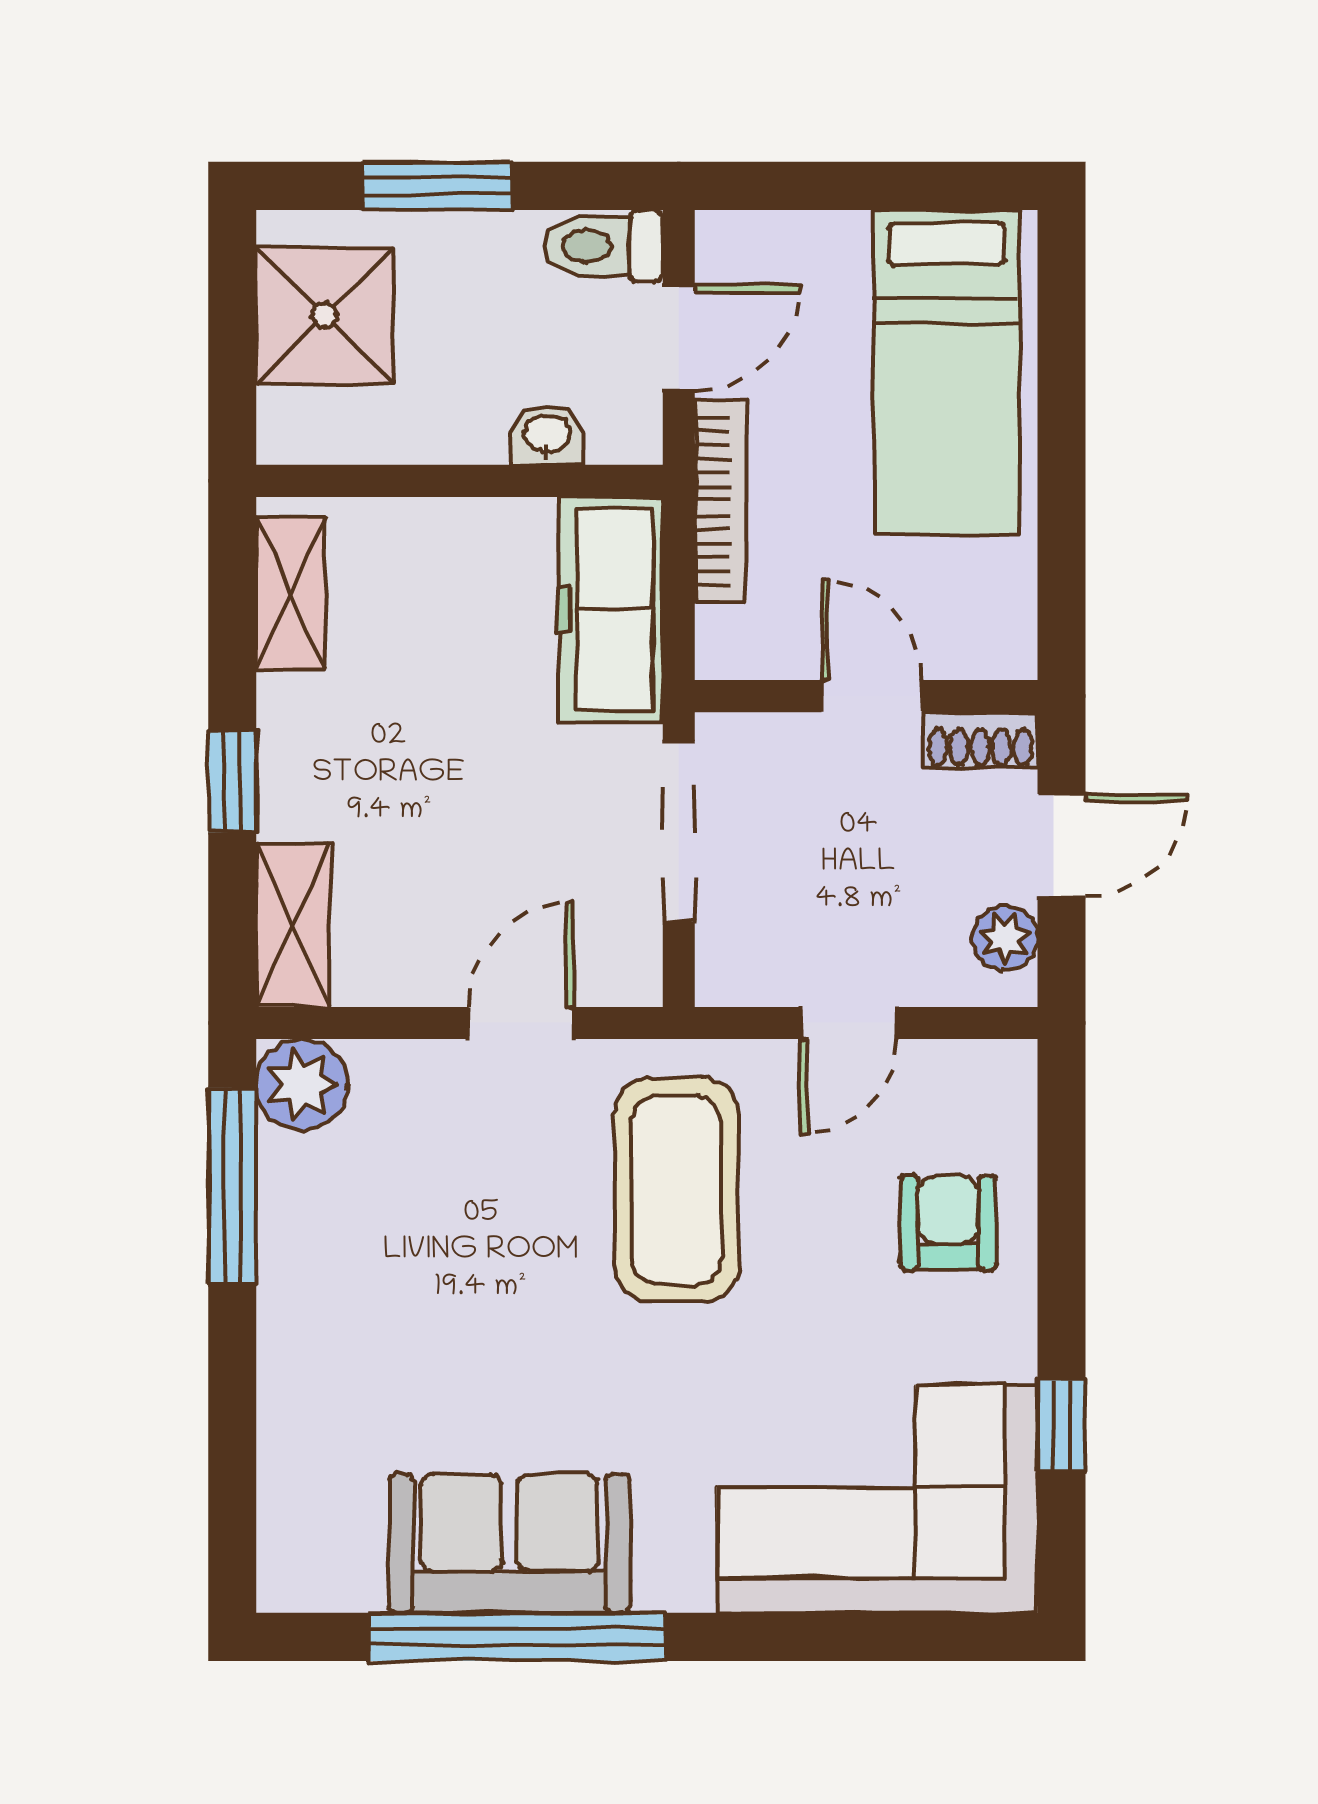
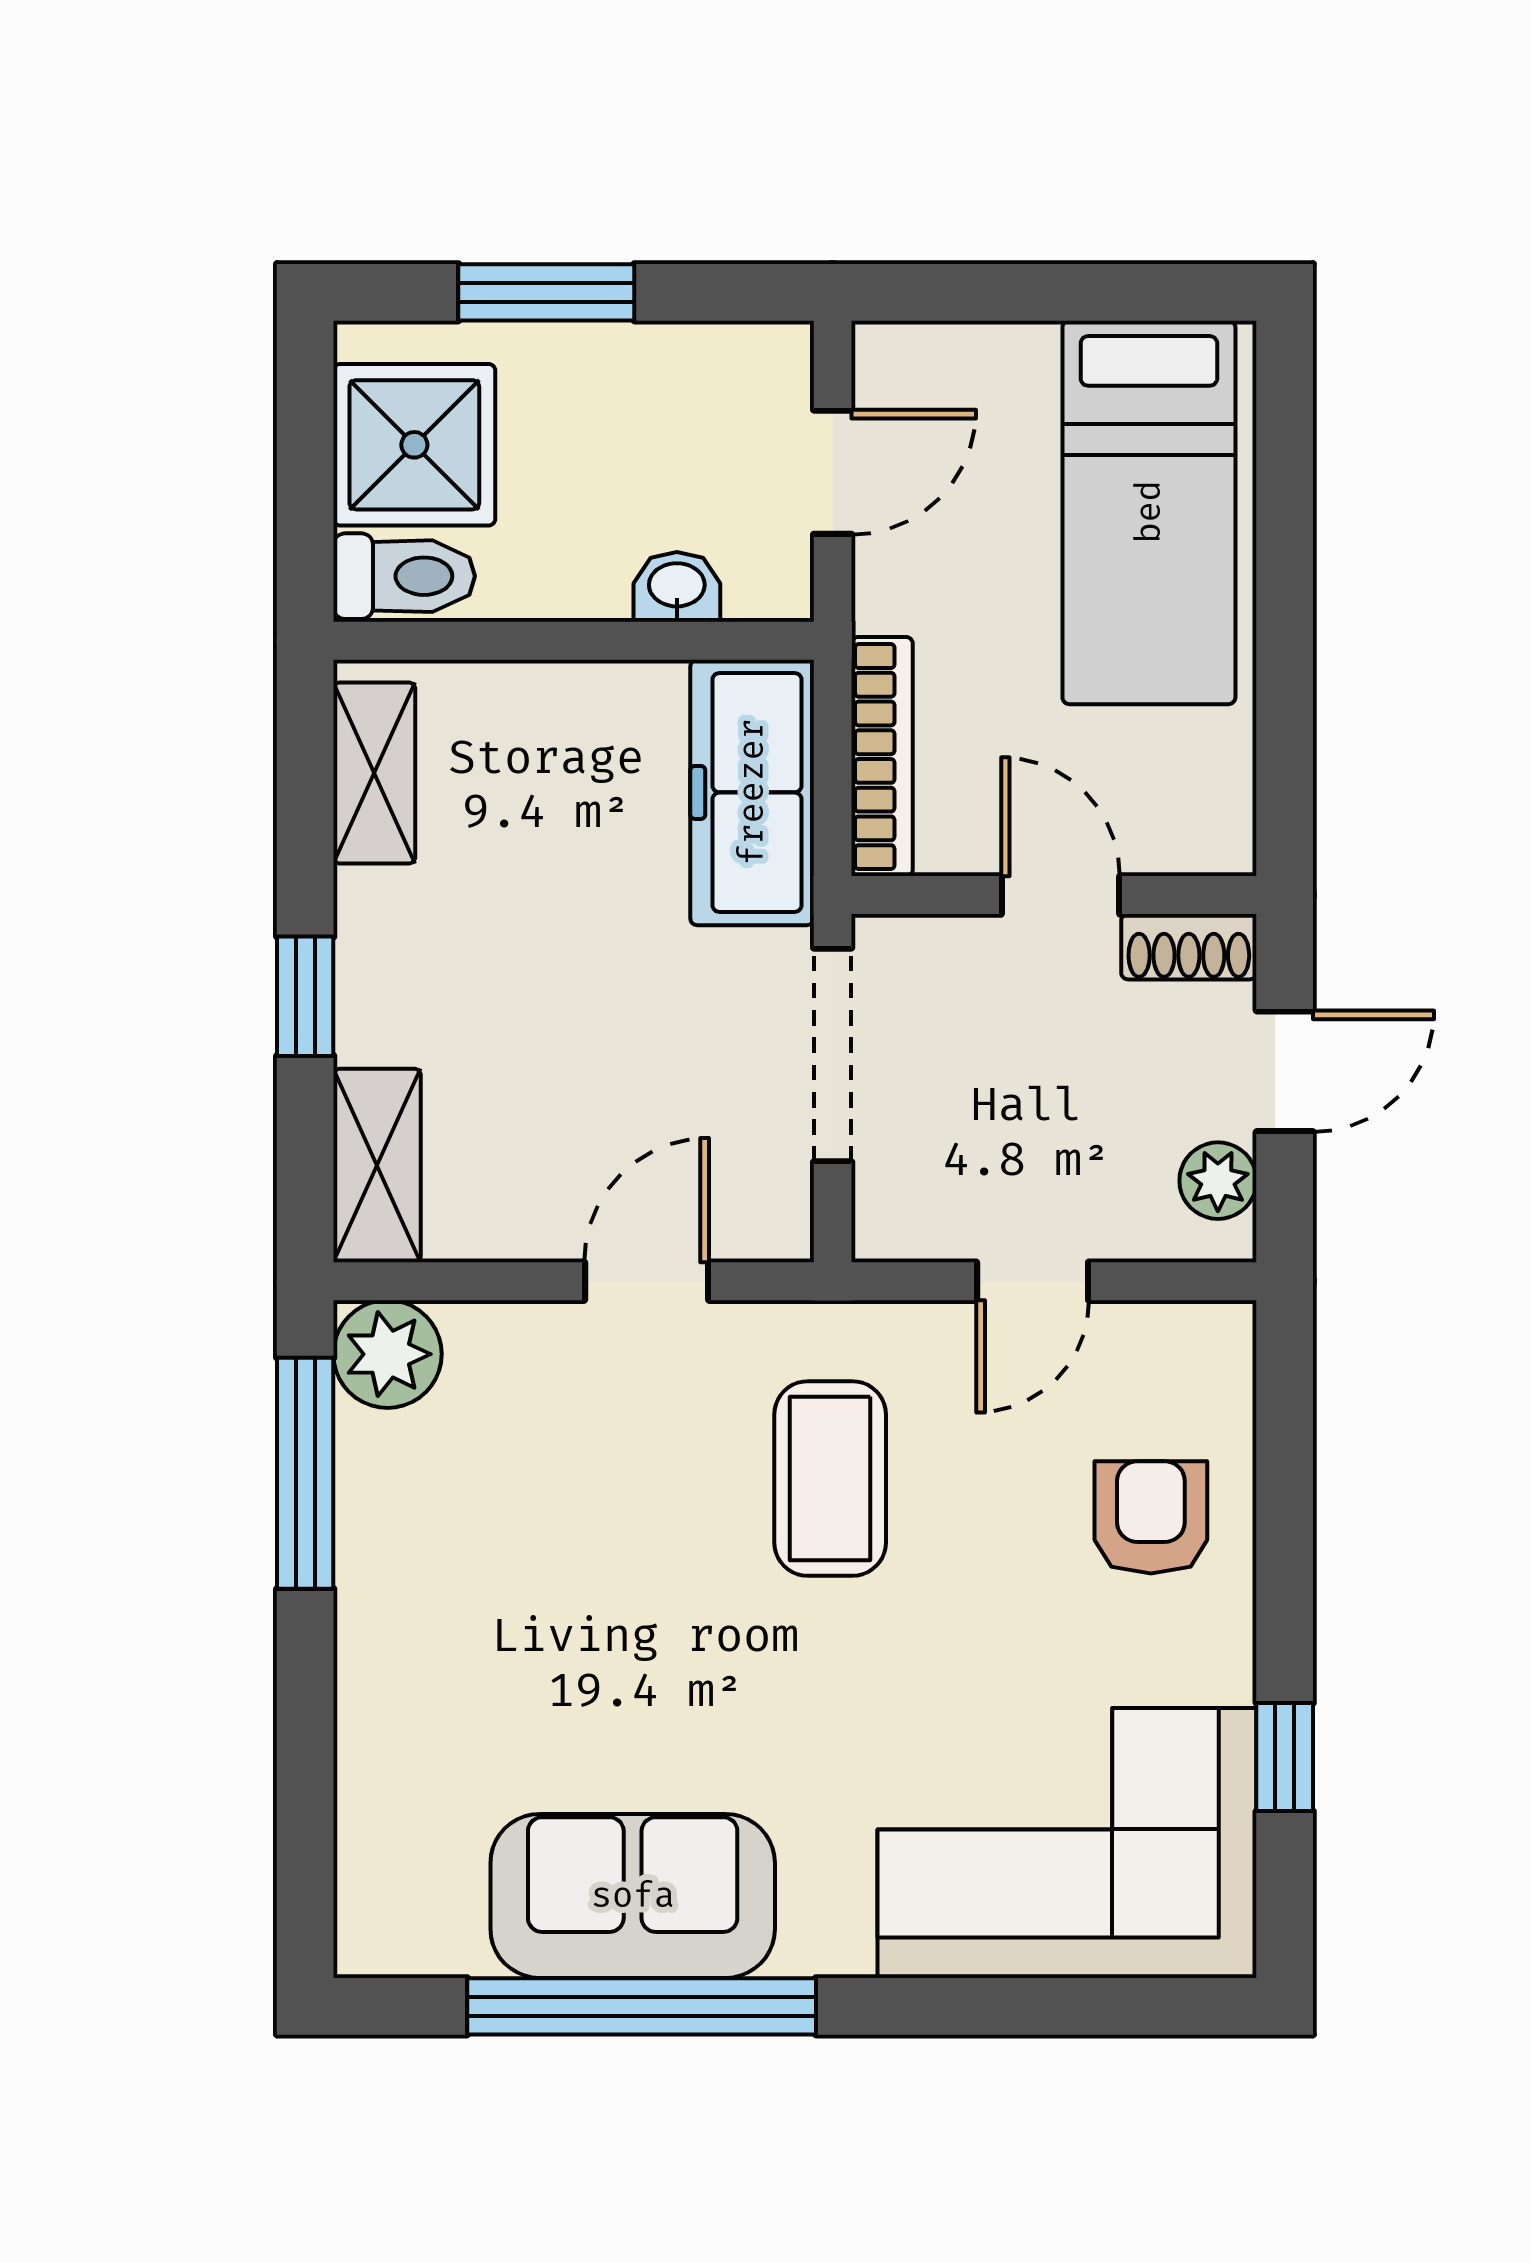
toilet: (603, 246) -> (404, 576), moved, turned 180
bookcase: (721, 501) -> (882, 757), moved
coffee table: (677, 1190) -> (830, 1479), width x0.73, depth x0.76

